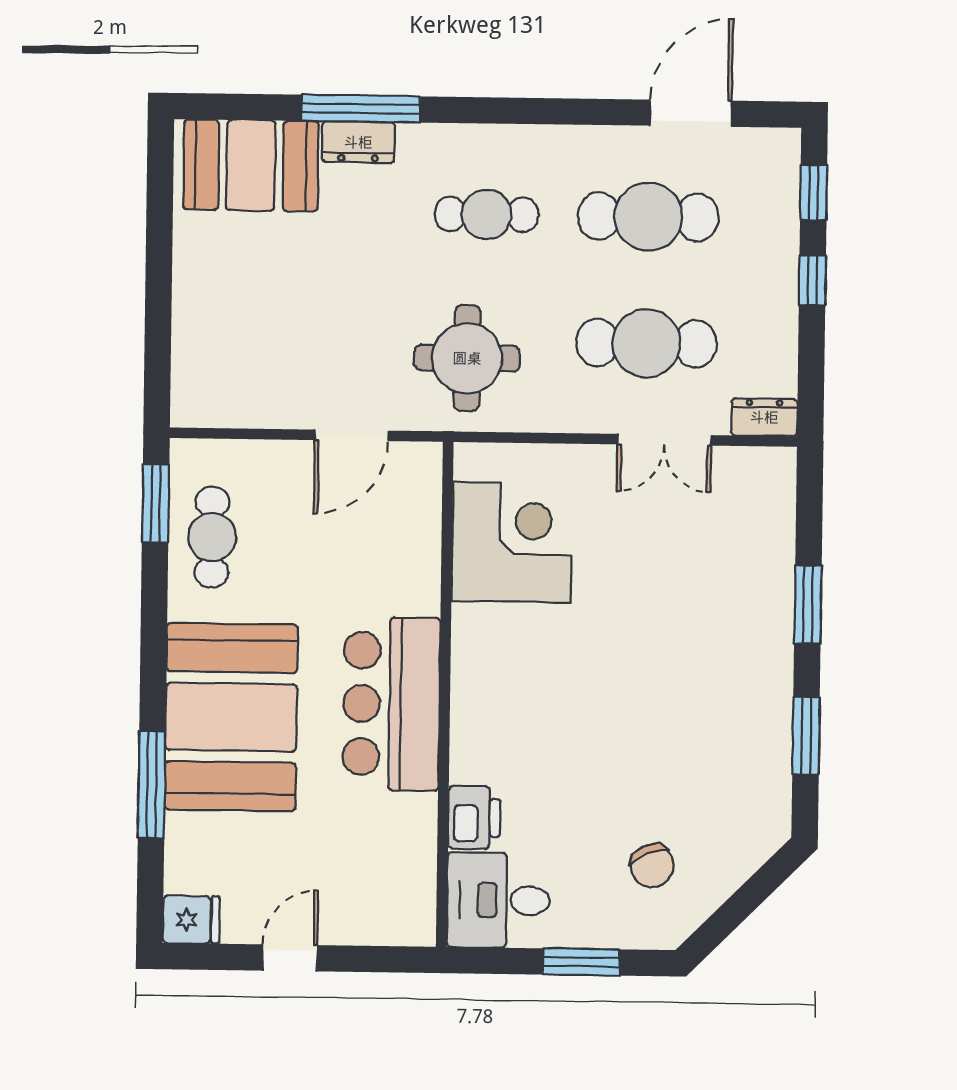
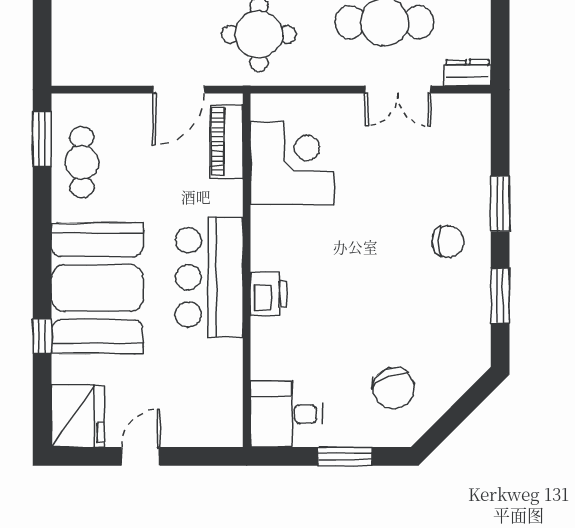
piano: (419, 511) -> (226, 142), added
chair: (733, 657) -> (448, 242), added
window: (152, 785) -> (42, 336), width x0.46
printer: (474, 818) -> (268, 294), moved
chair: (652, 866) -> (394, 388), width x1.37, depth x1.37
fridge: (191, 920) -> (78, 416), width x1.88, depth x1.34

